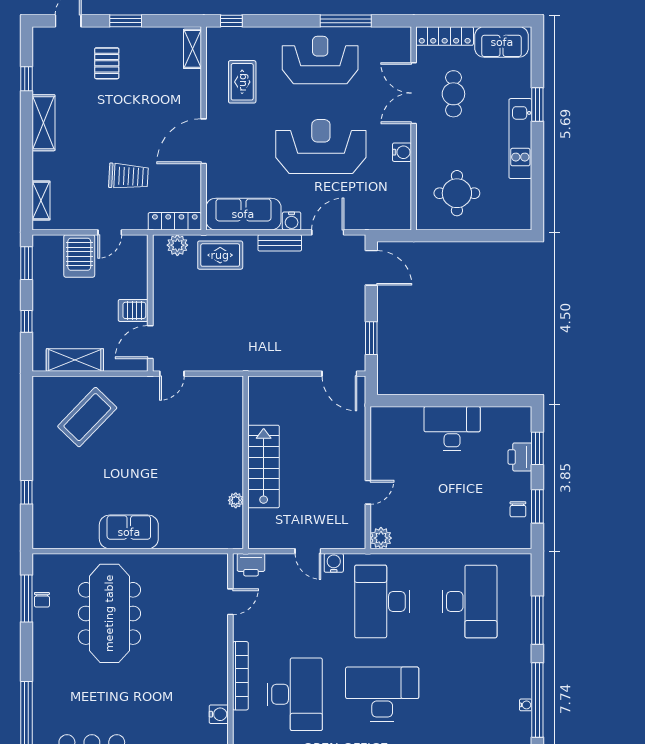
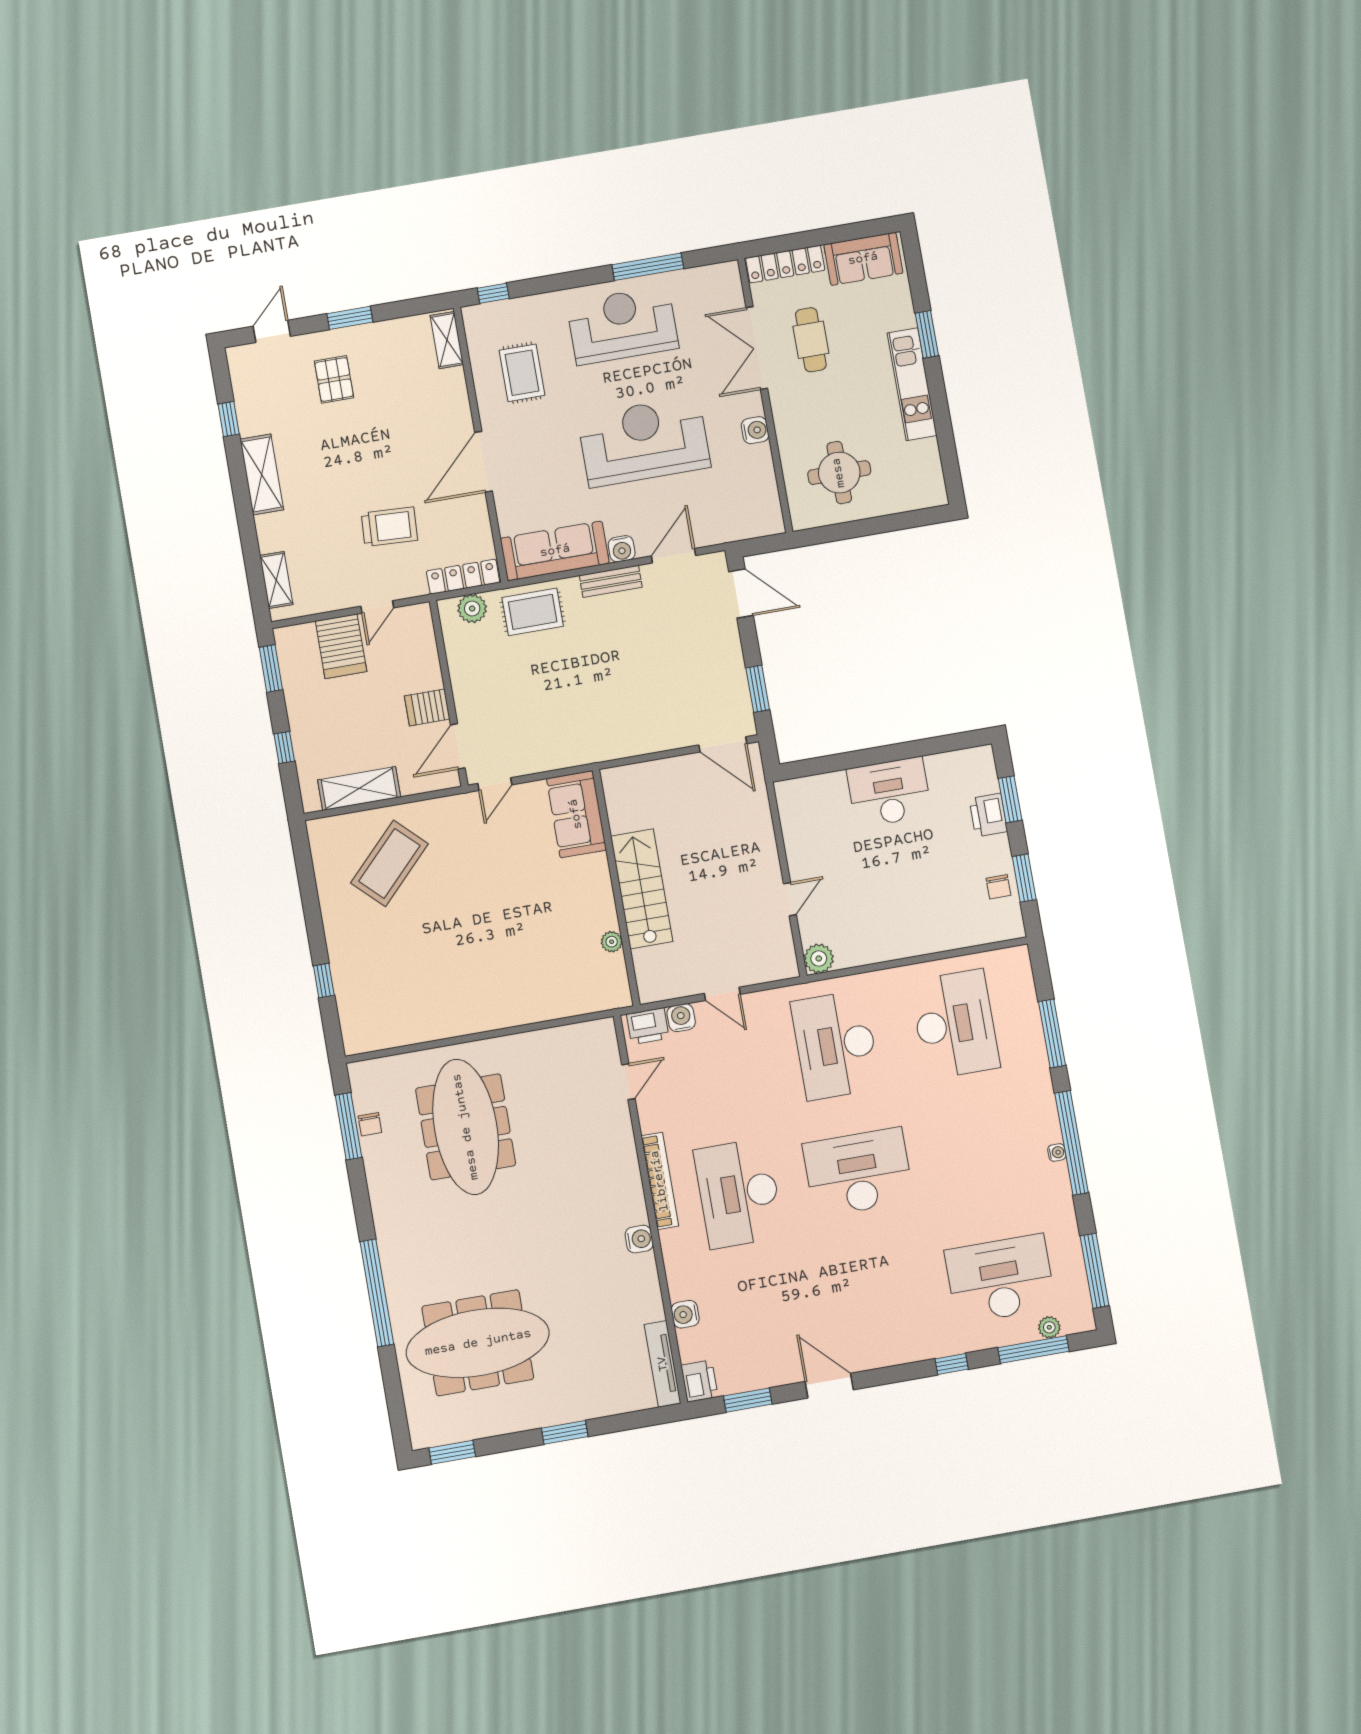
sofa: (129, 532) -> (576, 814), moved, turned -90
water cooler: (334, 563) -> (681, 1018), moved
desk: (295, 694) -> (739, 1193), turned 180

